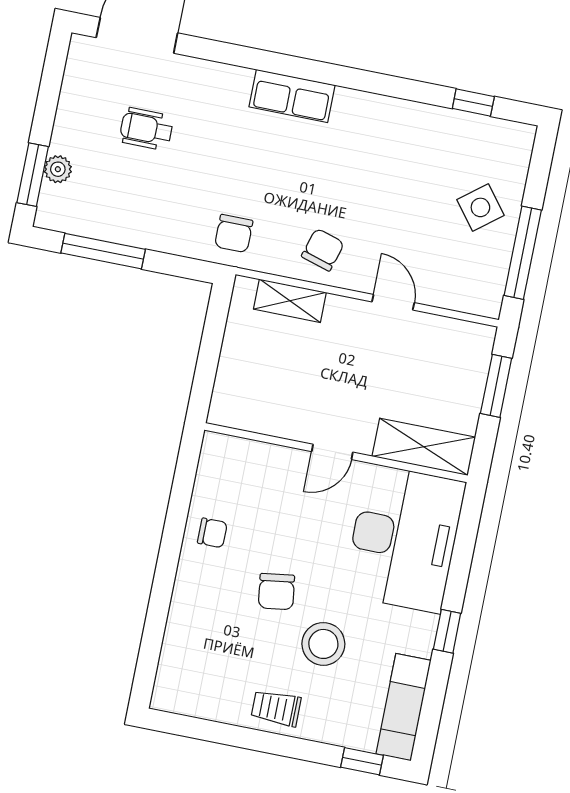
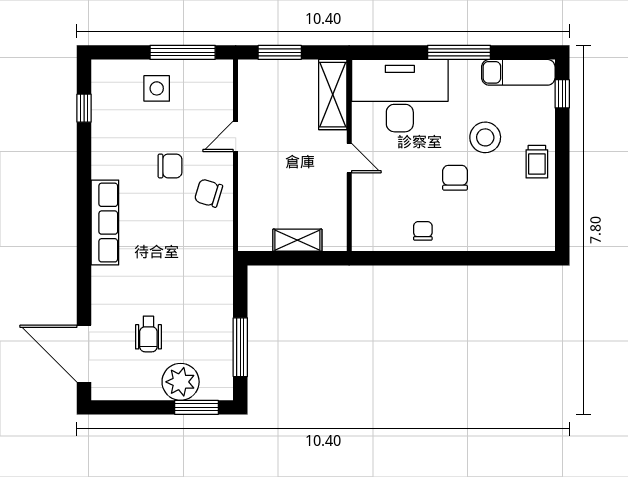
row of seats: (292, 96) -> (105, 223), width x1.48
plant: (58, 169) -> (181, 382), width x1.88, depth x1.88
side table: (480, 207) -> (157, 88), turned 38
chair: (234, 233) -> (170, 166), moved
shelving: (290, 301) -> (297, 240), moved, turned 90
chair: (276, 592) -> (455, 178), turned -82
window: (447, 631) -> (459, 52), width x2.17

